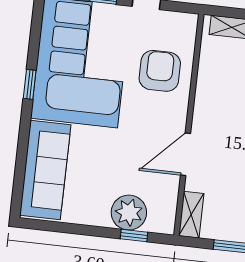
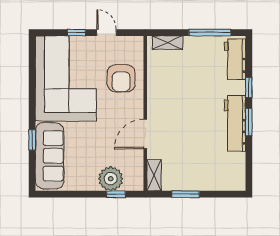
armchair: (160, 71) -> (121, 78), turned 180
window: (30, 84) -> (32, 140), moved

